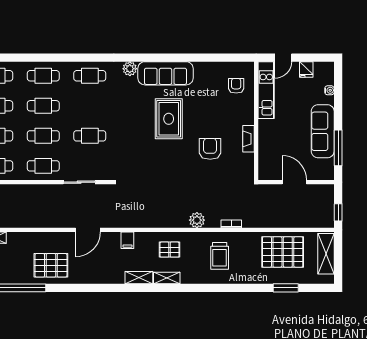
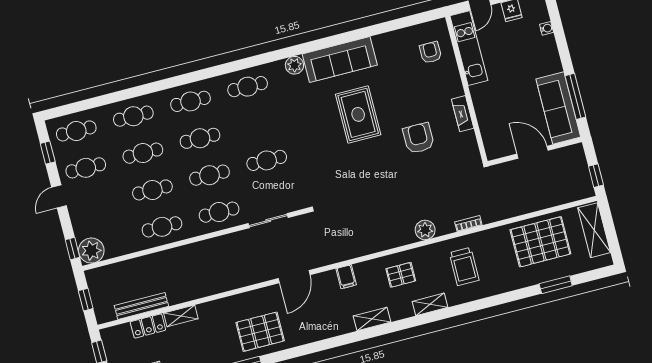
sofa: (323, 131) -> (558, 108), moved
shelving: (167, 278) -> (430, 304), moved

